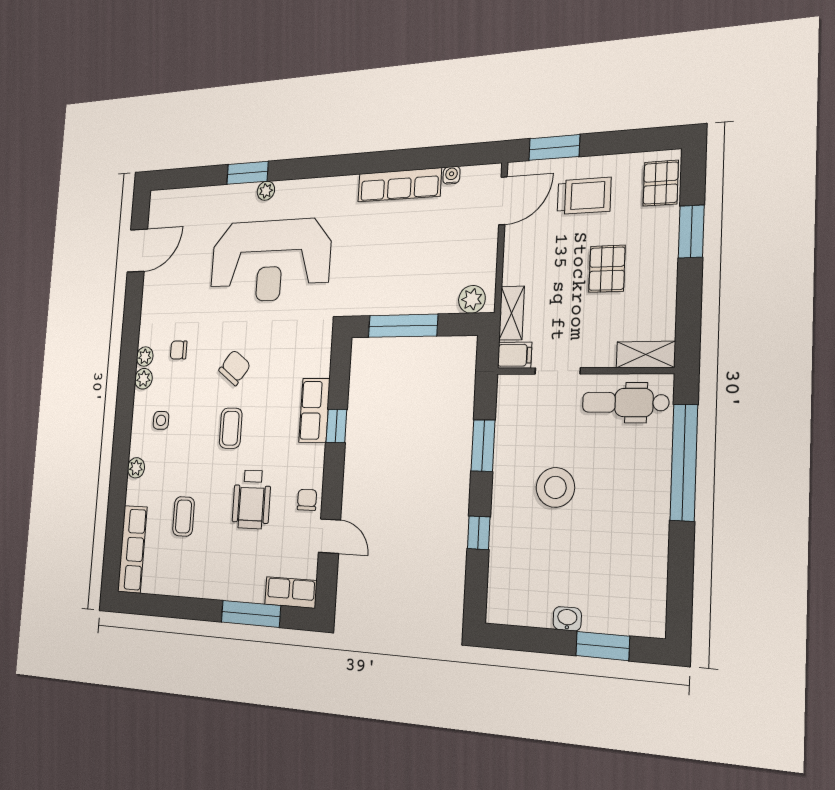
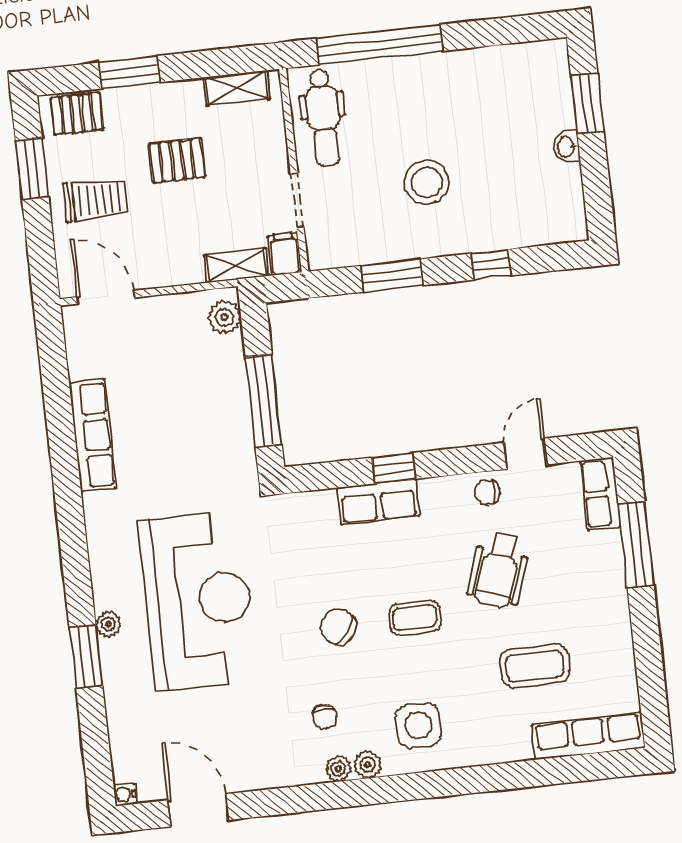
window: (554, 148) -> (32, 169), moved
water cooler: (451, 175) -> (125, 795), moved
trolley: (584, 196) -> (95, 200), turned 90
shelving: (646, 355) -> (237, 88), moved, turned 90
side table: (161, 420) -> (418, 725), width x1.87, depth x1.87
plant: (136, 468) -> (484, 752), removed
wheelchair: (252, 499) -> (498, 570), turned 109
coffee table: (184, 516) -> (535, 666), width x1.36, depth x1.30

